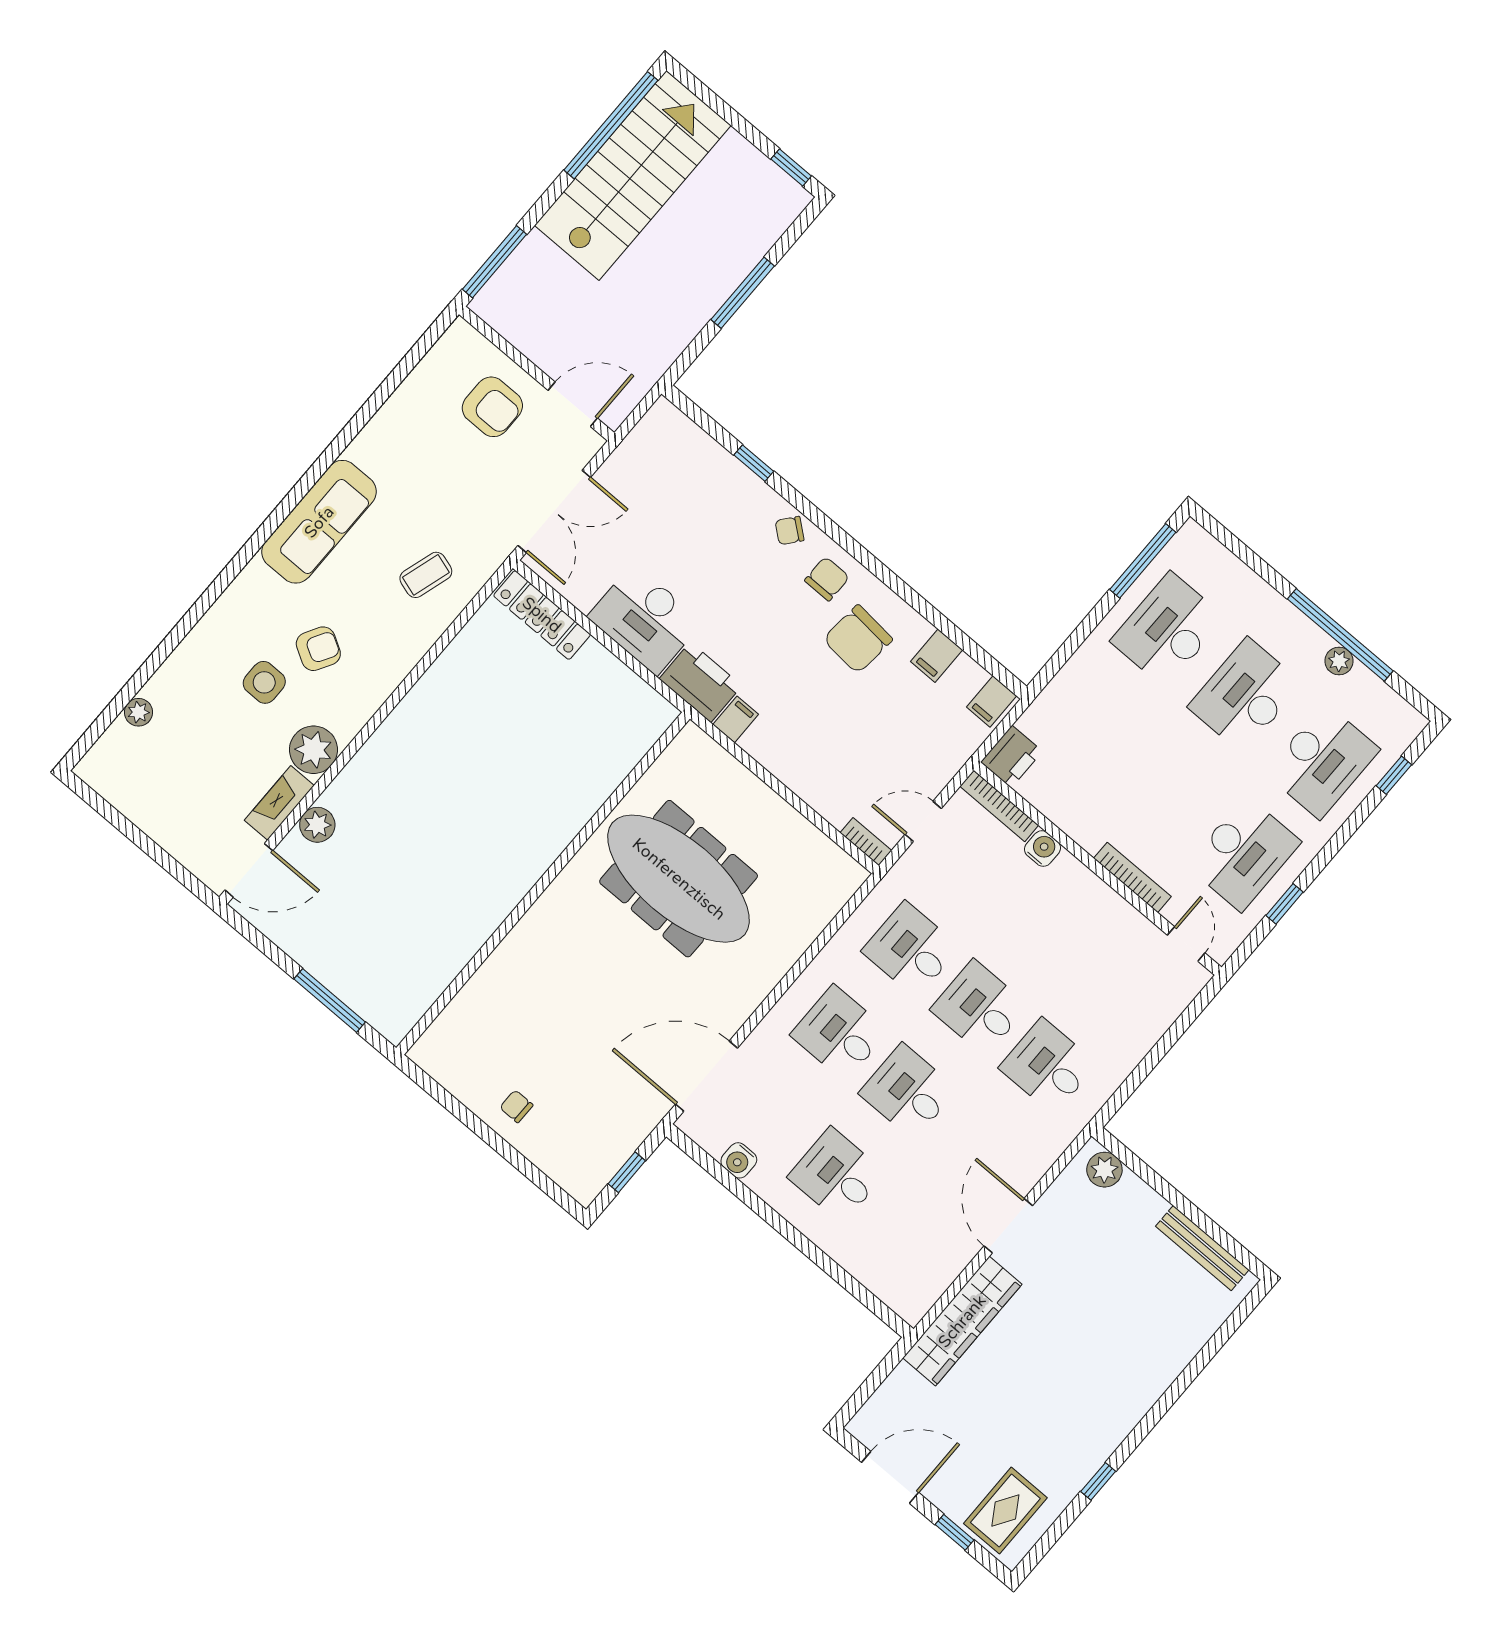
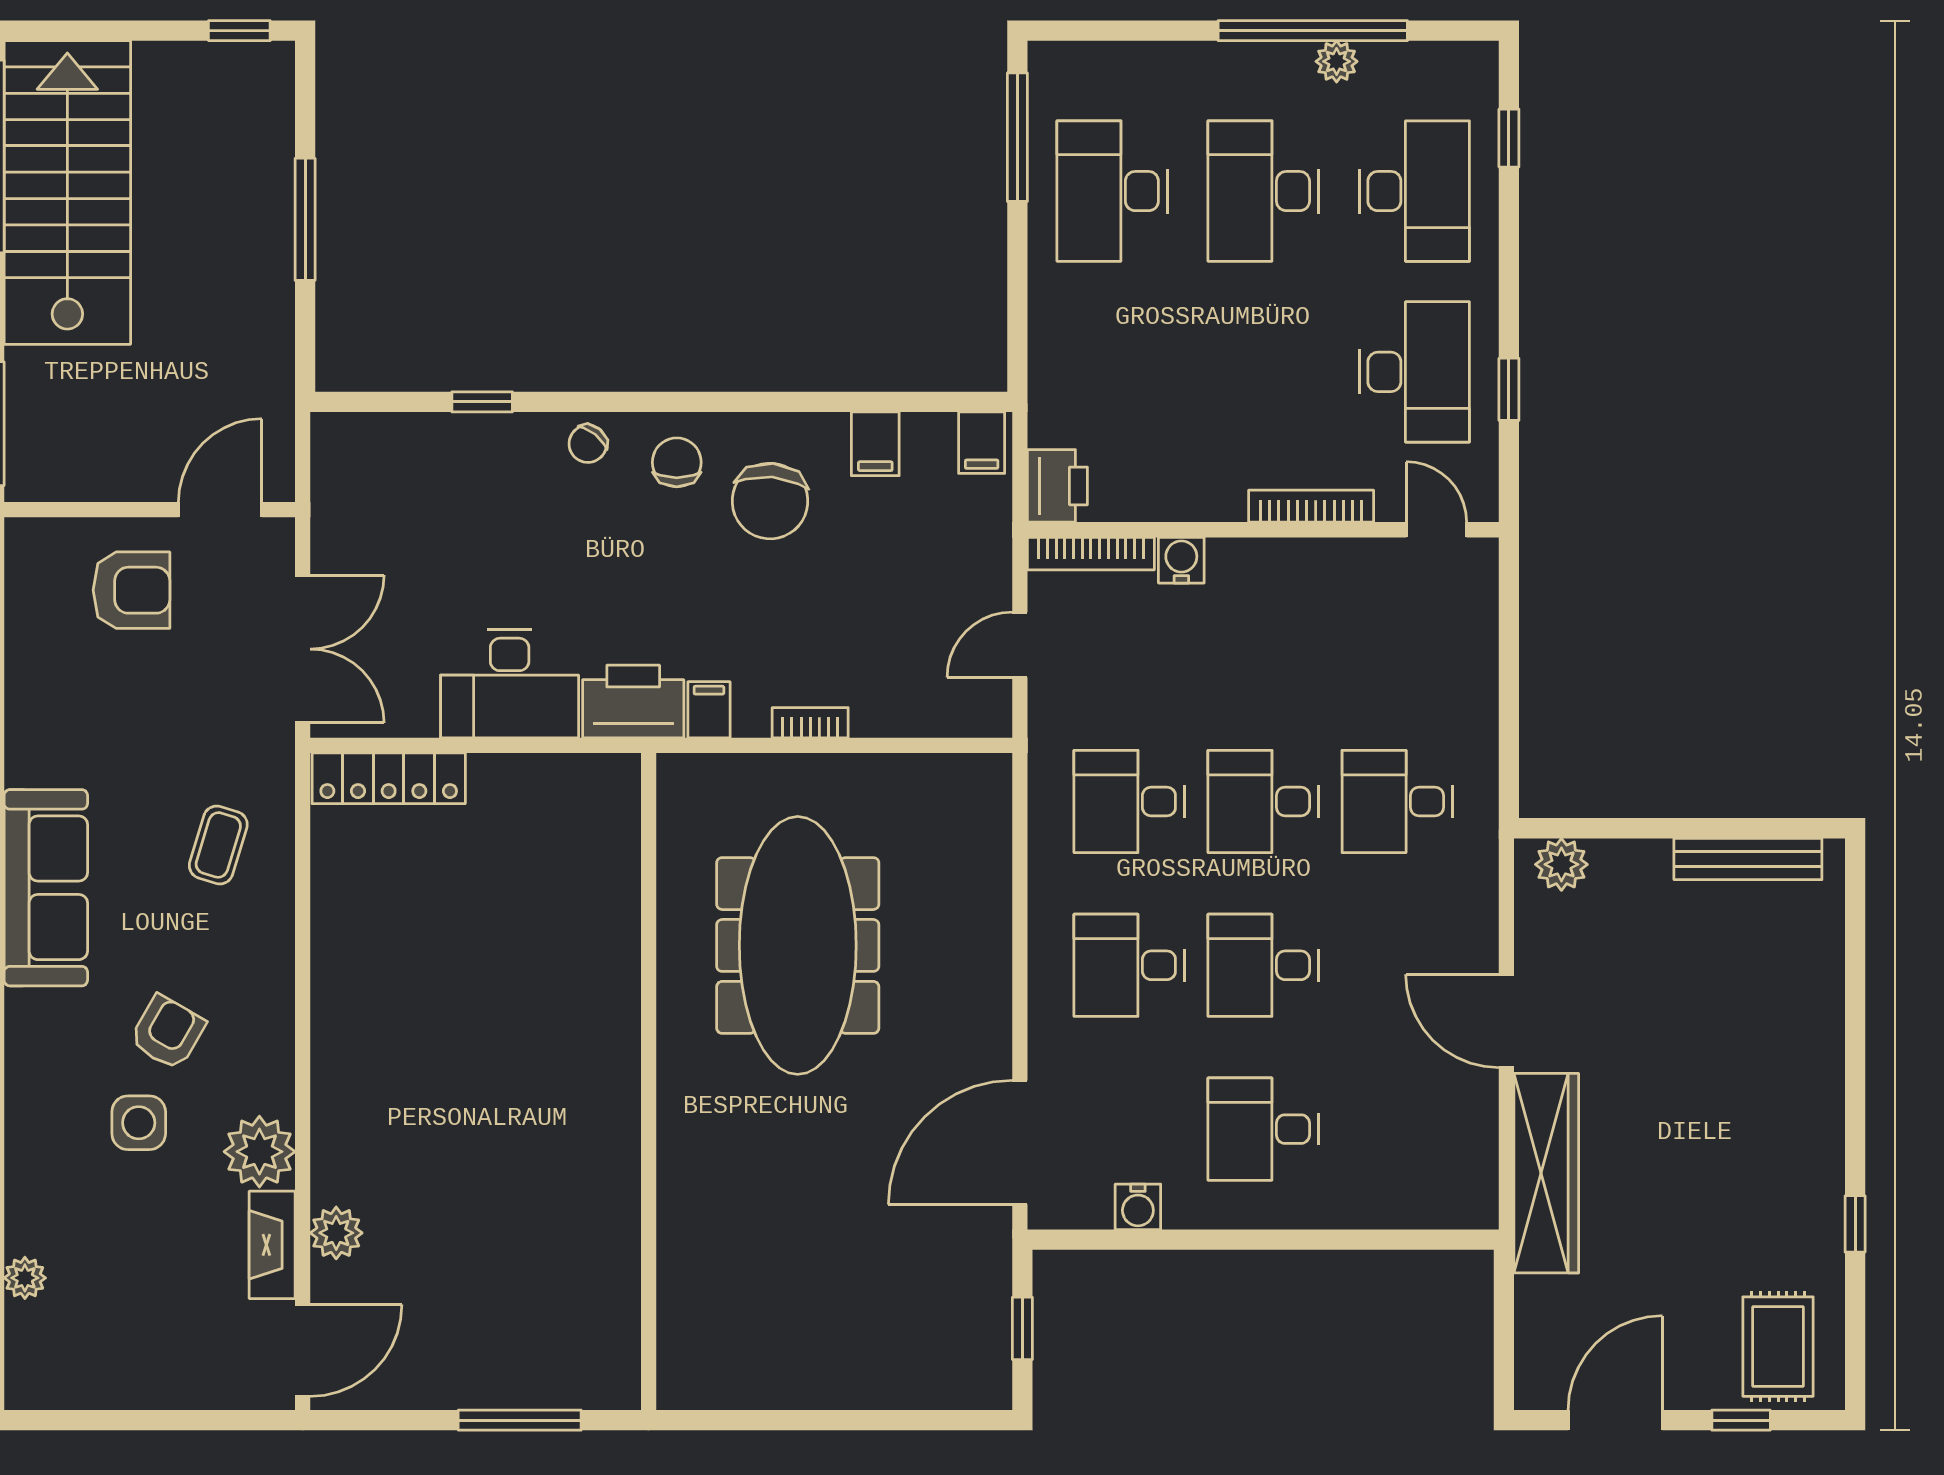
bookcase: (866, 842) -> (810, 723), moved
meeting table: (679, 879) -> (798, 945), turned 90
chair: (516, 1106) -> (834, 1360), removed

